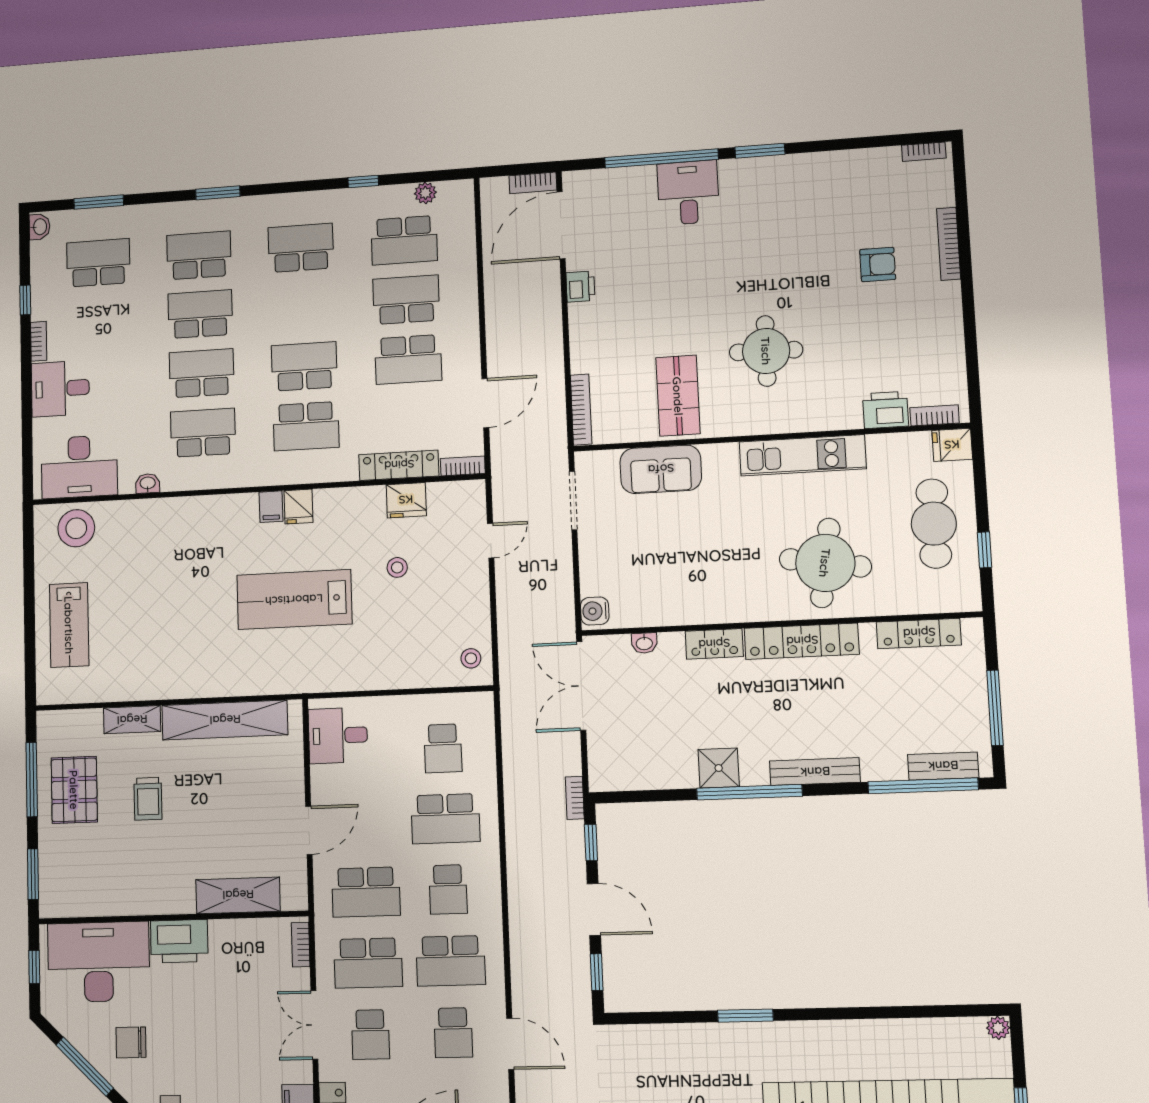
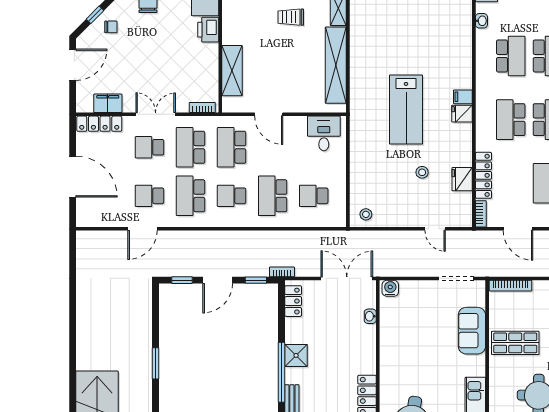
lab bench: (294, 600) -> (406, 110), turned 180
locker: (714, 644) -> (293, 301), moved, turned 180
printer: (179, 941) -> (208, 30), width x0.73, depth x0.84

